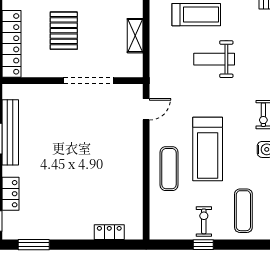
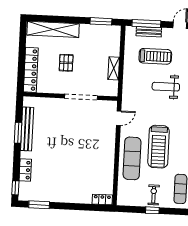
pallet: (64, 31) -> (66, 63), width x0.67, depth x0.71
exercise mat: (169, 169) -> (132, 158), width x1.36, depth x1.45
locker: (109, 232) -> (102, 199), moved

